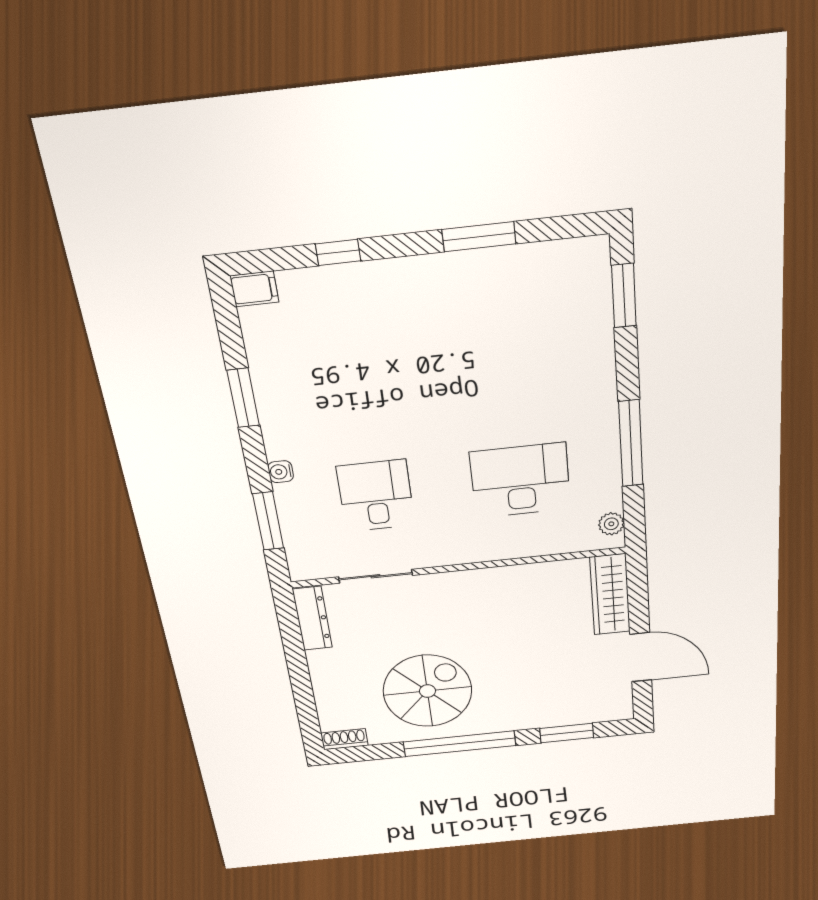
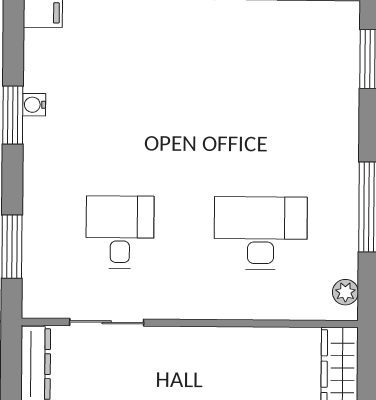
water cooler: (281, 472) -> (34, 105), moved

